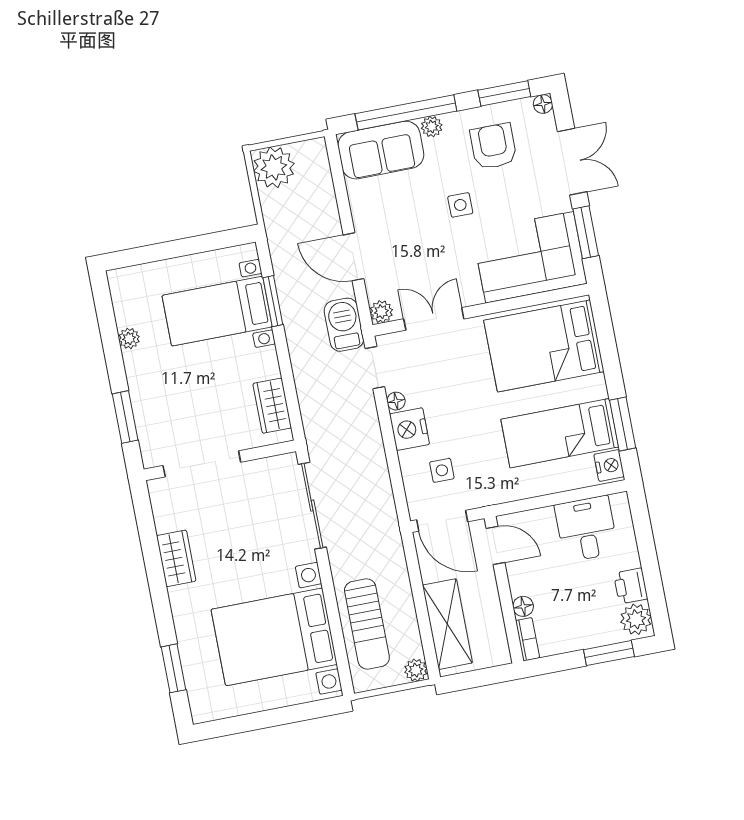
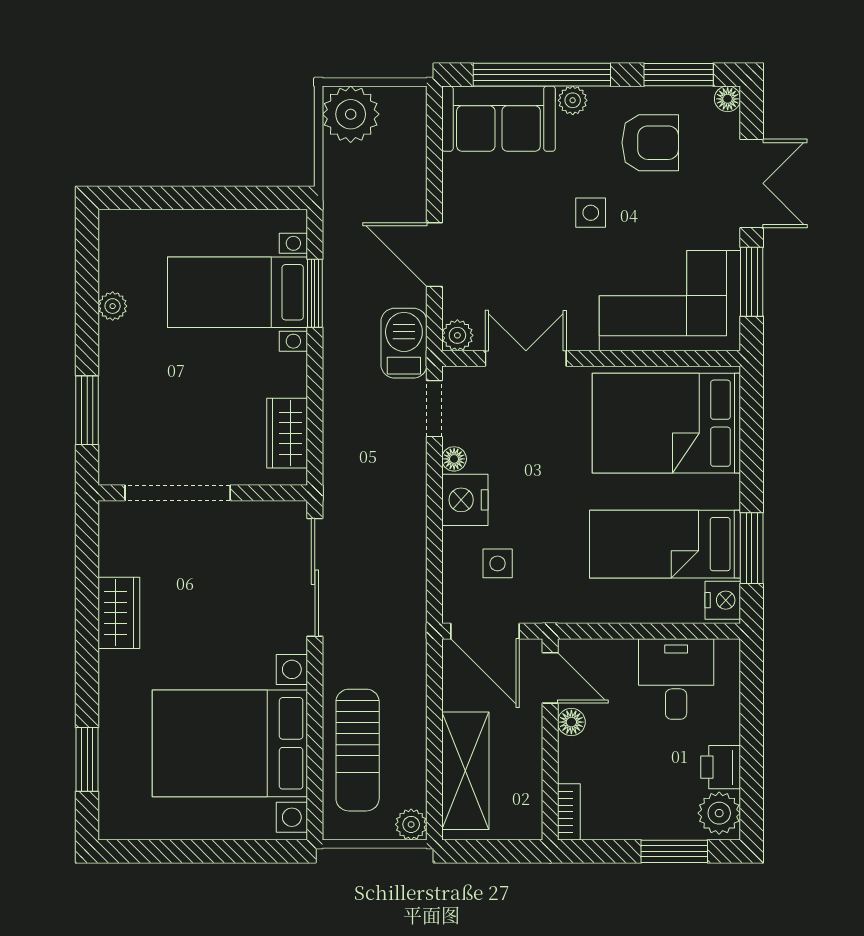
armchair: (493, 146) -> (650, 143), turned 90
floor lamp: (523, 606) -> (571, 722), moved

